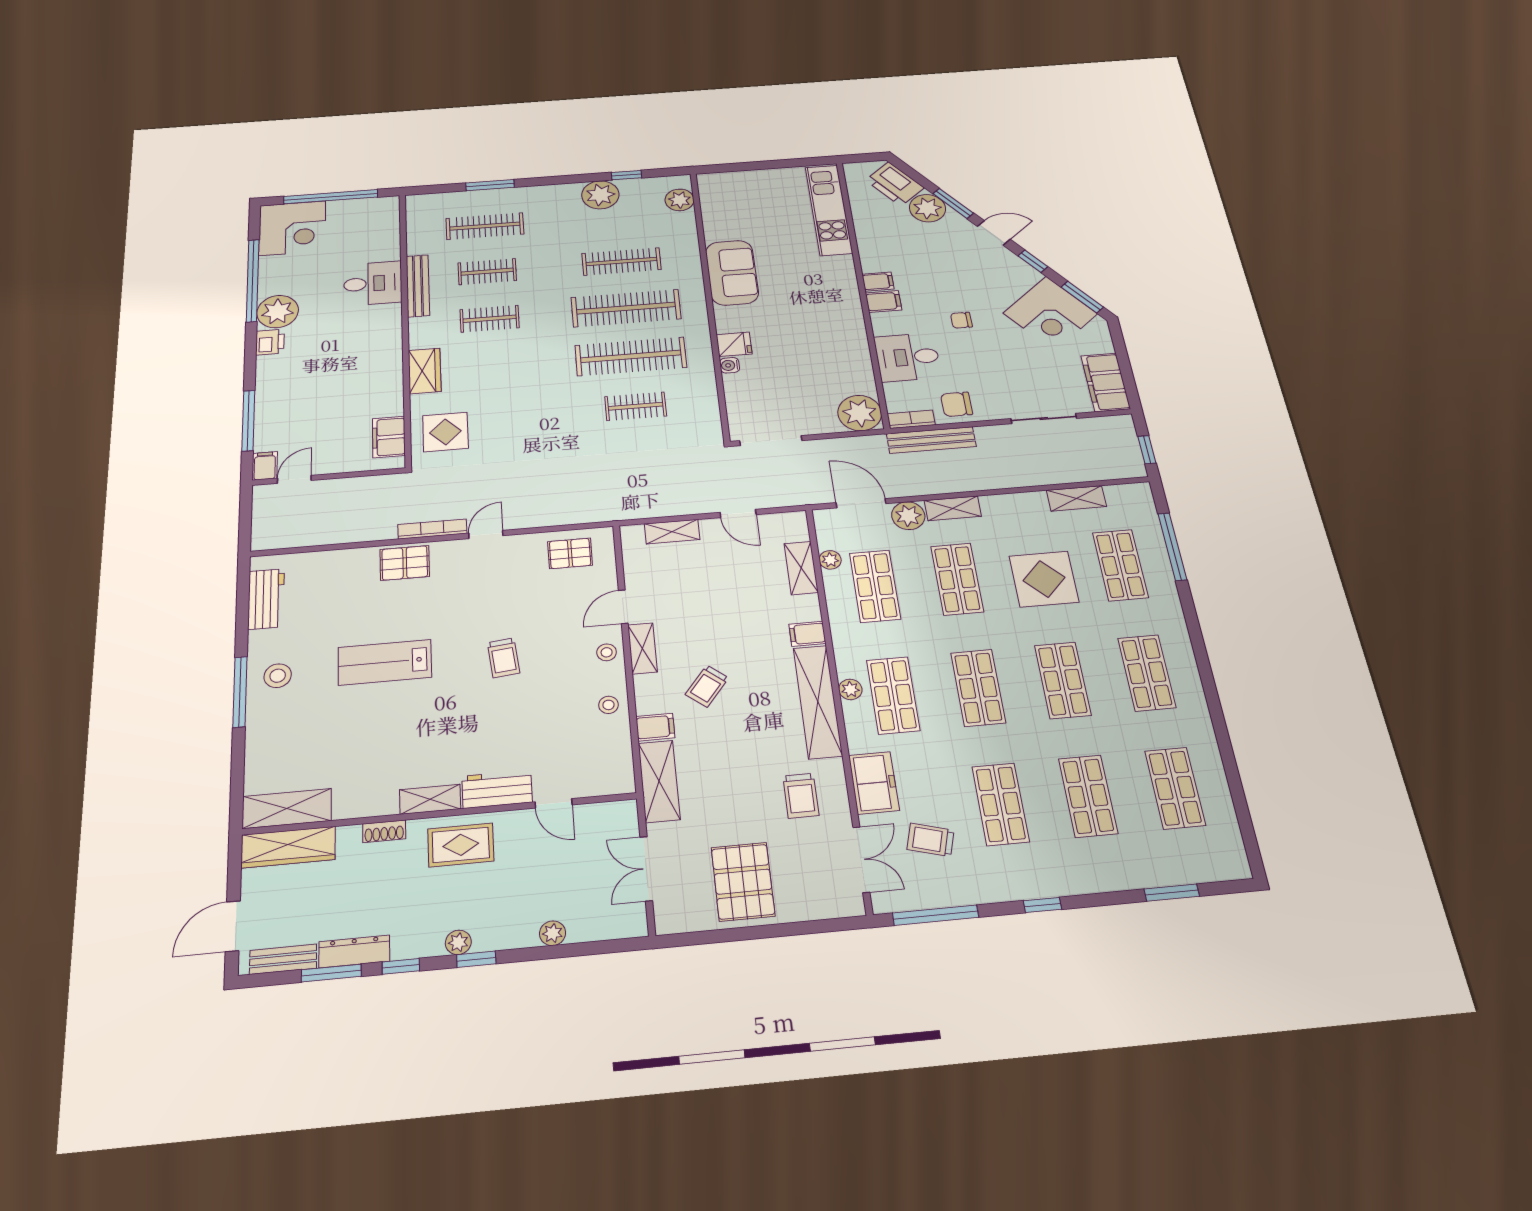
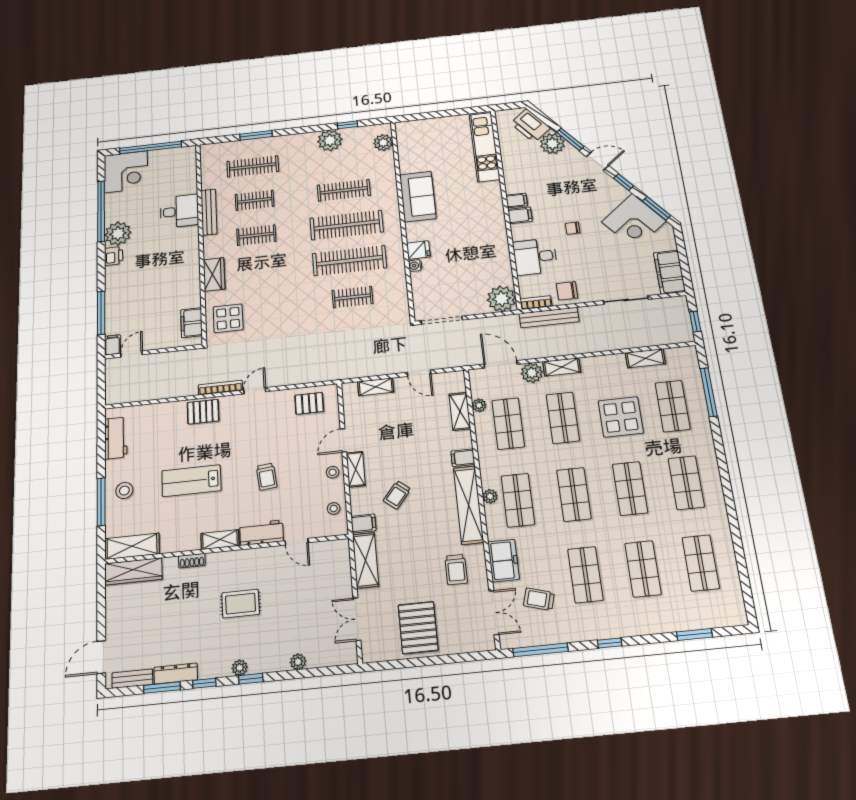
workbench: (497, 789) -> (261, 533), moved
shelving: (430, 799) -> (220, 540), moved
door: (554, 803) -> (297, 542), moved
shelving: (287, 809) -> (132, 546), moved
wall: (440, 814) -> (226, 549), moved
shoe rack: (384, 831) -> (192, 561), moved
wardrobe: (288, 847) -> (133, 571), moved

